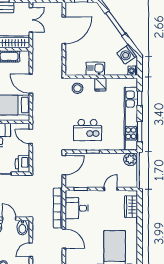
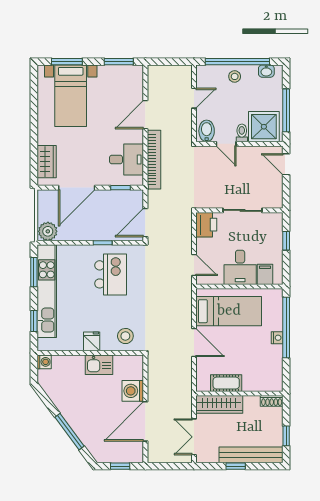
washing machine: (127, 54) -> (133, 391), moved, turned -143
kitchen island: (87, 130) -> (111, 274), turned 90
door: (111, 189) -> (77, 188), width x1.87
door: (64, 239) -> (145, 115), hinge flipped

